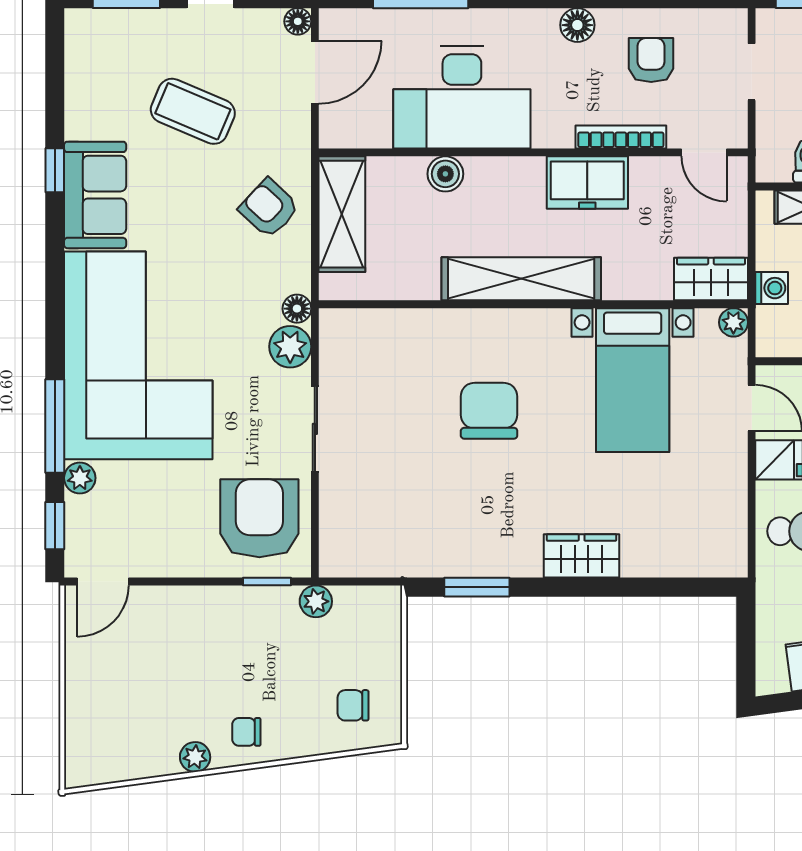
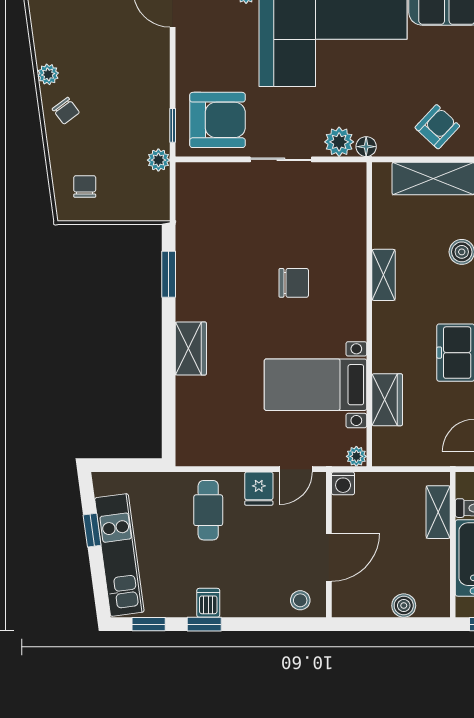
shelving: (521, 279) -> (383, 275), width x0.45, depth x0.75
wardrobe: (711, 279) -> (387, 400), moved
washing machine: (772, 288) -> (343, 483), moved
chair: (489, 411) -> (294, 283), width x0.73, depth x0.73
chair: (246, 732) -> (66, 111), turned 143

